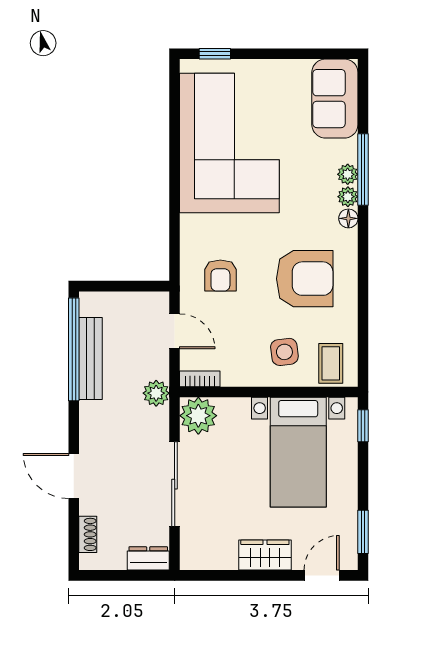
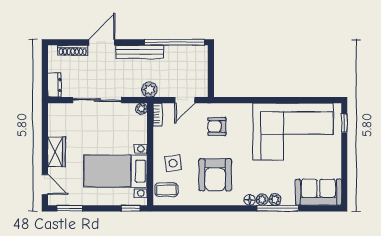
bench: (90, 358) -> (140, 52), moved
plant: (198, 416) -> (141, 109), width x0.53, depth x0.53
shoe rack: (88, 534) -> (73, 50), width x1.43

